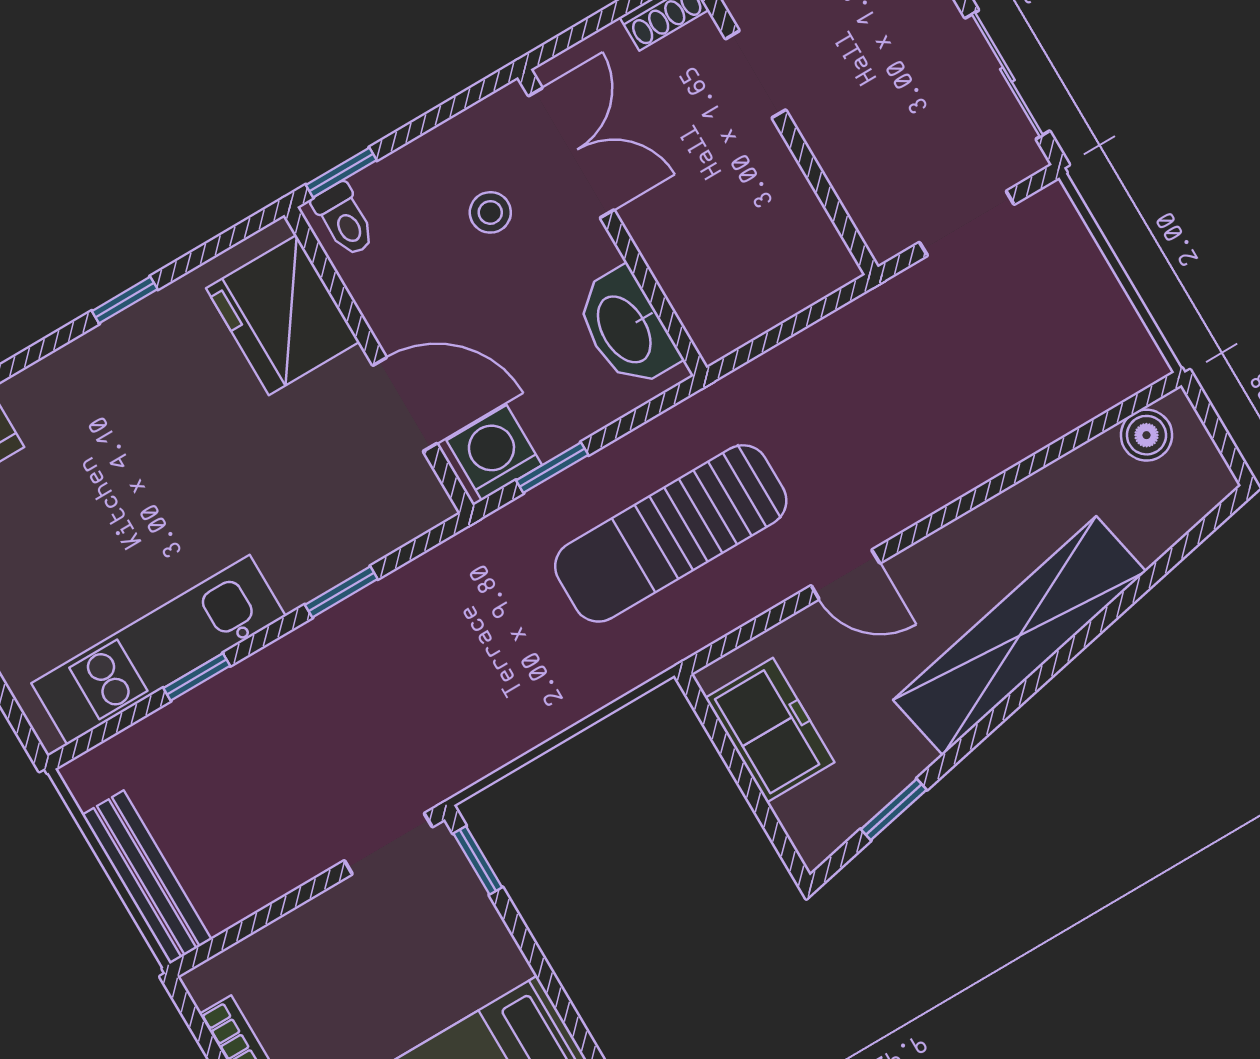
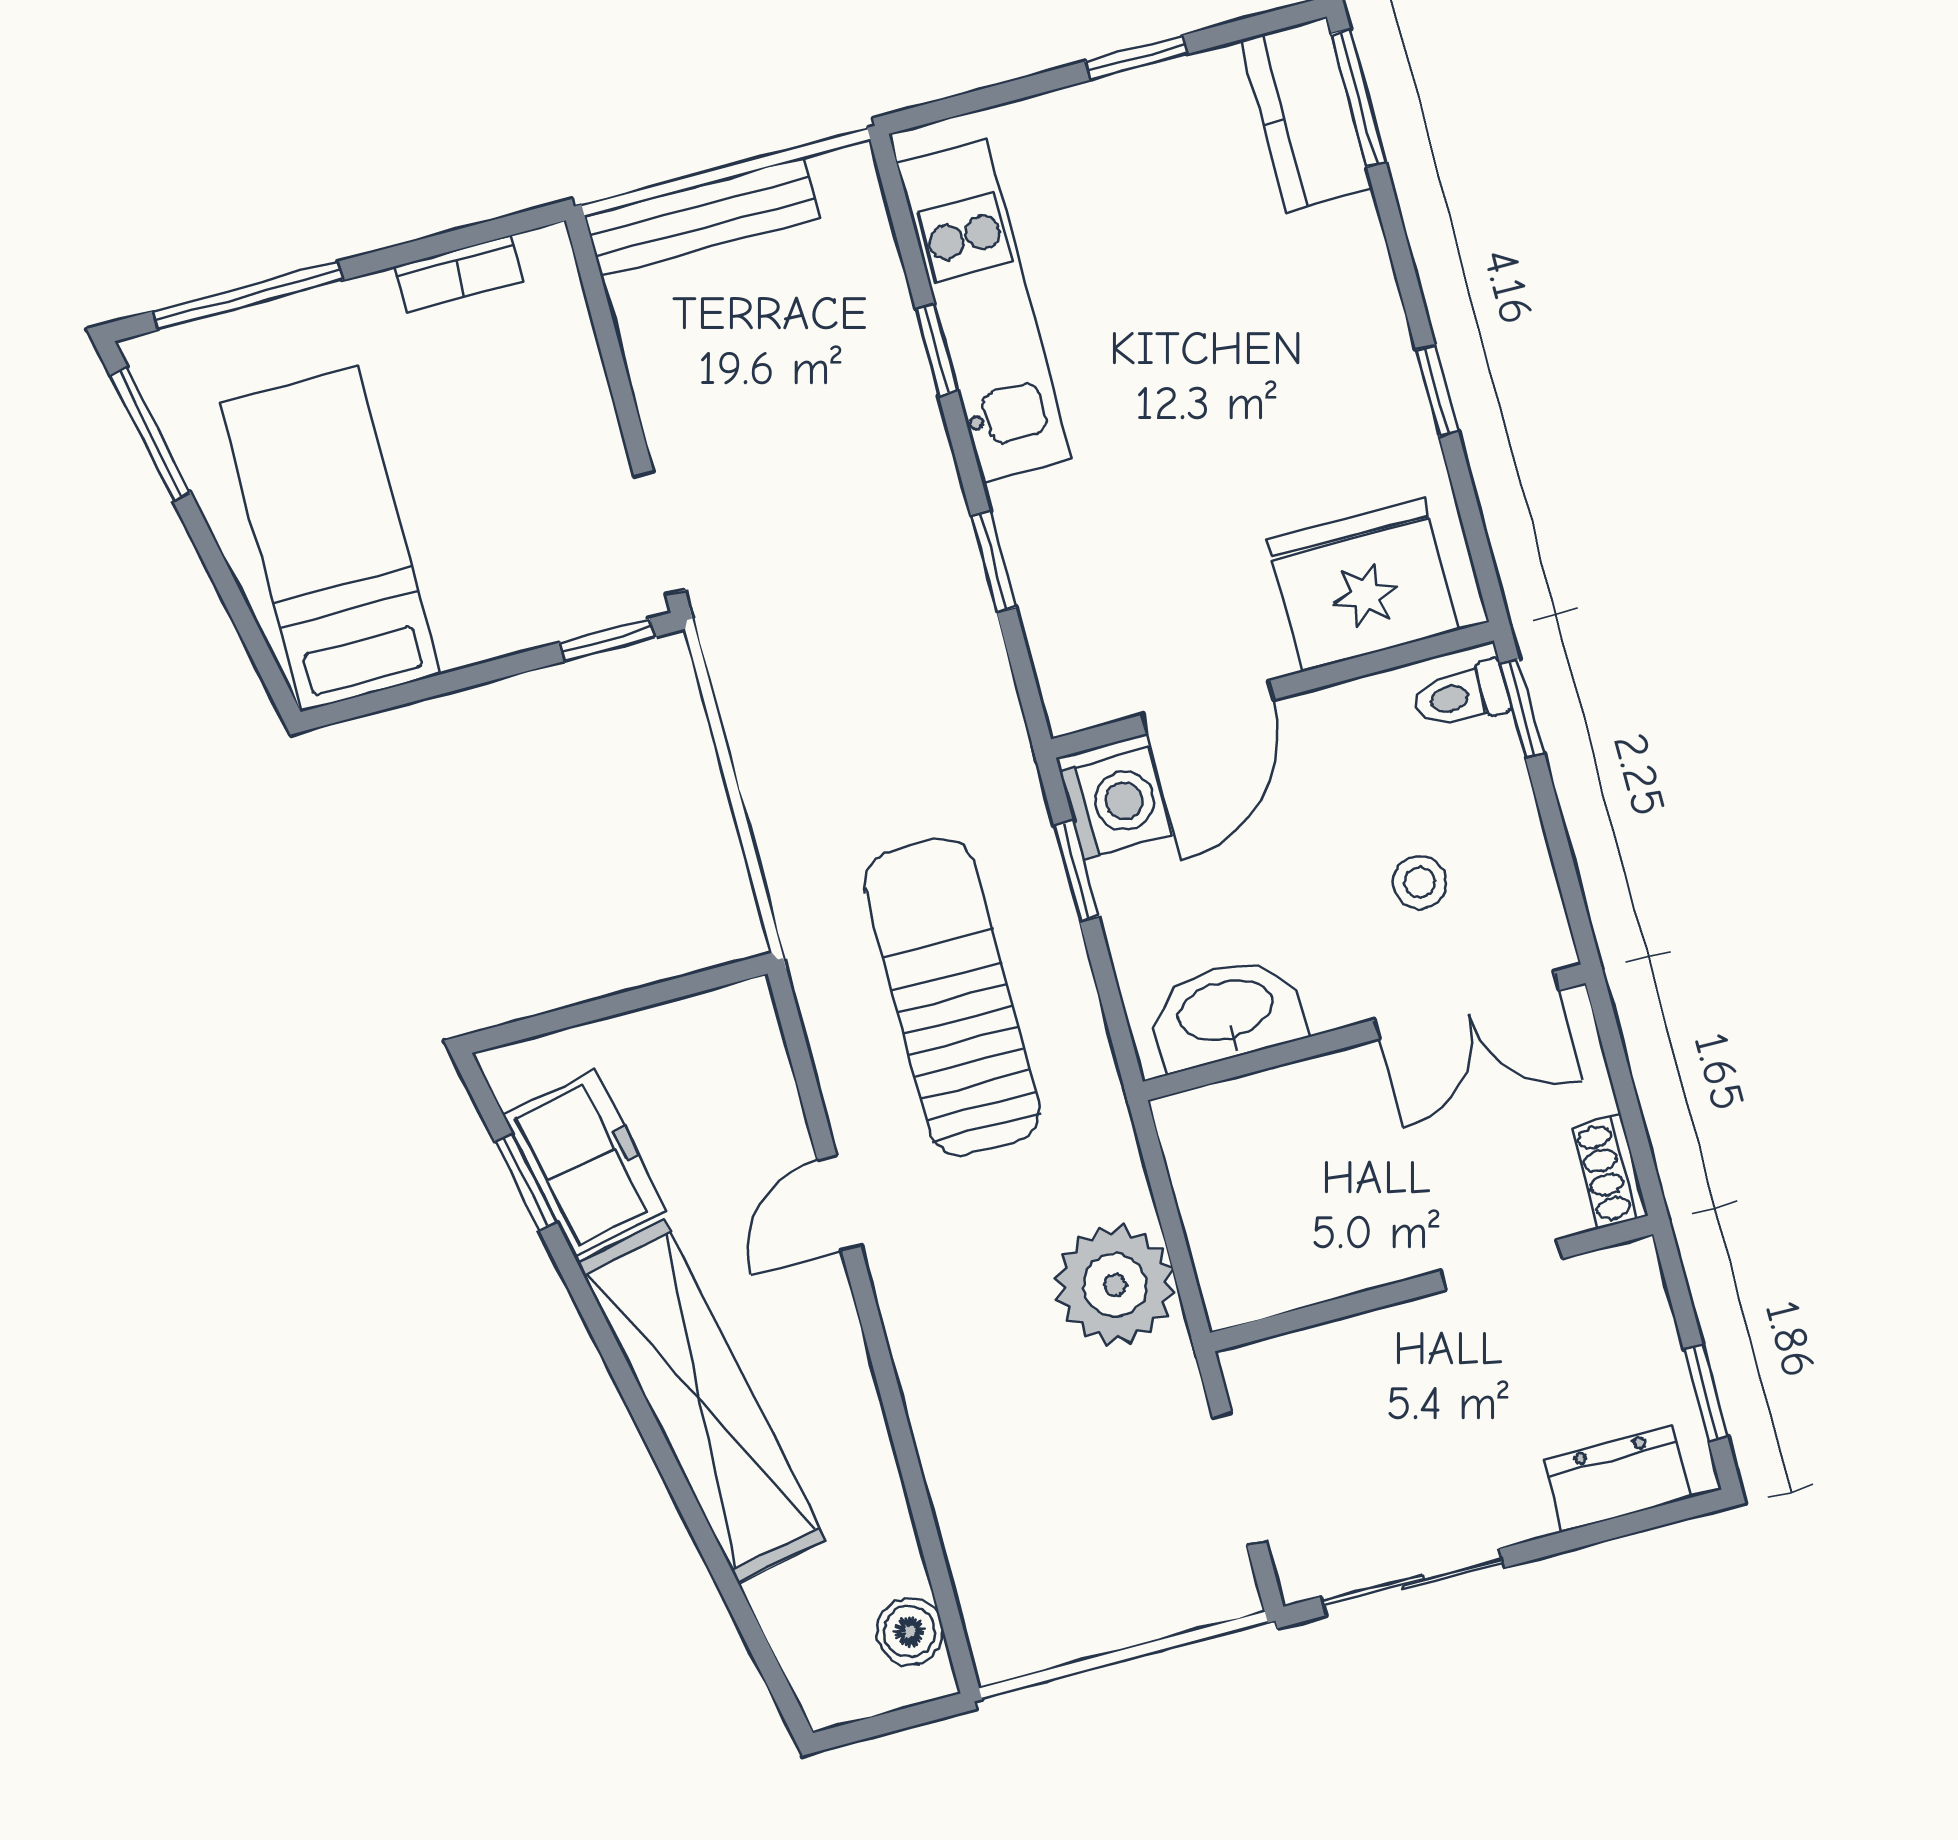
plant: (849, 354) -> (1115, 1285), added
freezer: (770, 730) -> (585, 1163), moved, turned -102

